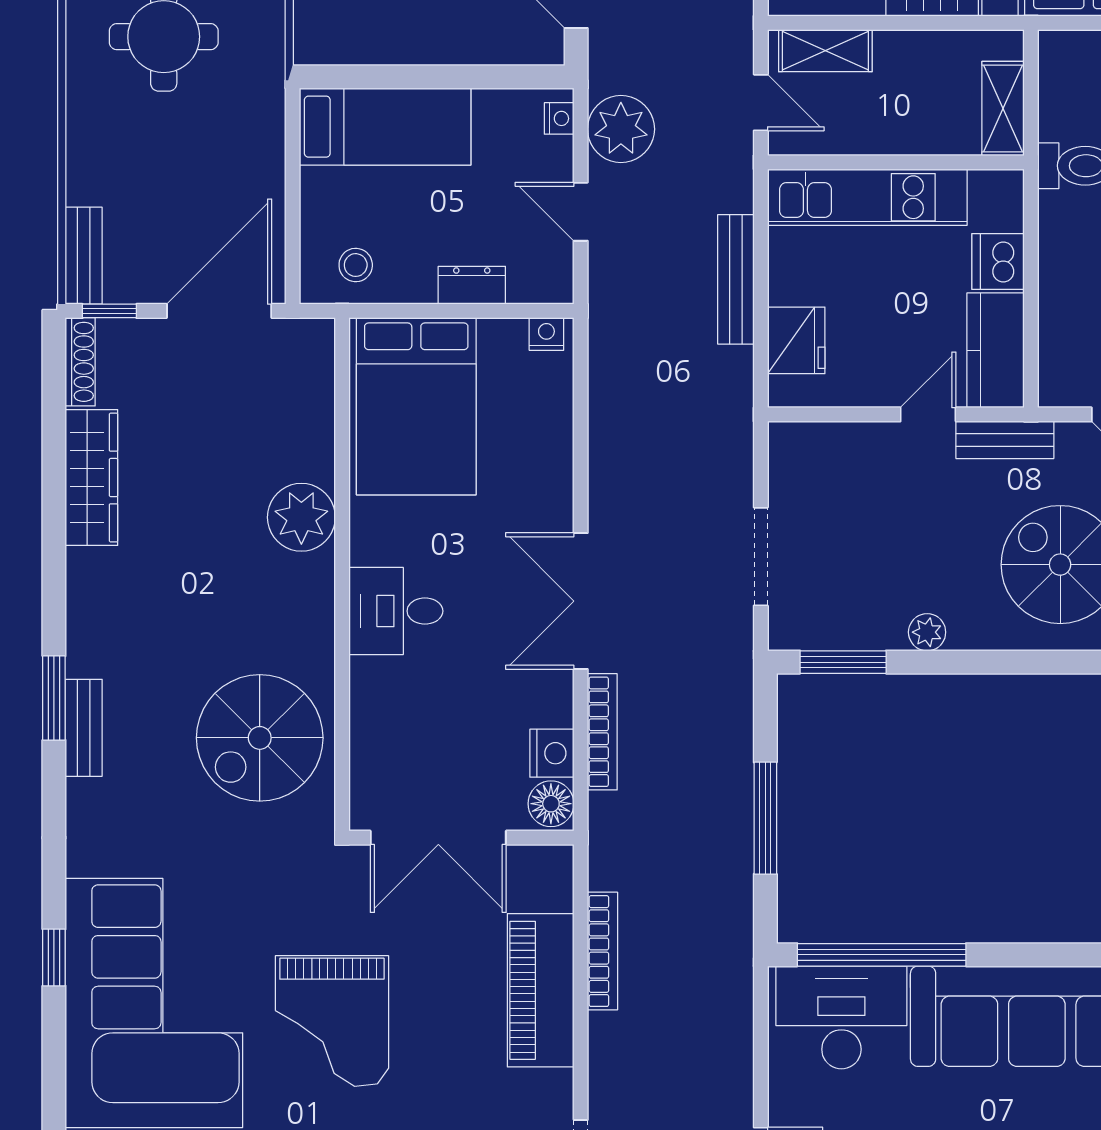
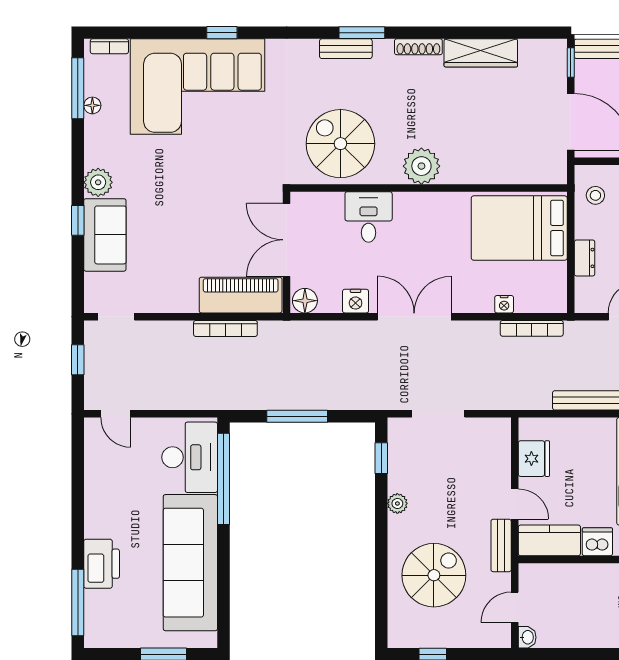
nightstand: (546, 334) -> (504, 304), moved, turned 90
fridge: (796, 340) -> (534, 459), moved, turned -90
shoe rack: (80, 362) -> (418, 47), moved
plant: (301, 517) -> (421, 166), moved
desk: (396, 611) -> (369, 217), moved
window: (843, 662) -> (381, 458), width x0.67
bookcase: (602, 732) -> (532, 328), moved
nightstand: (552, 753) -> (356, 301), moved
piano: (541, 990) -> (241, 295), moved
grand piano: (332, 1021) -> (188, 183), removed

